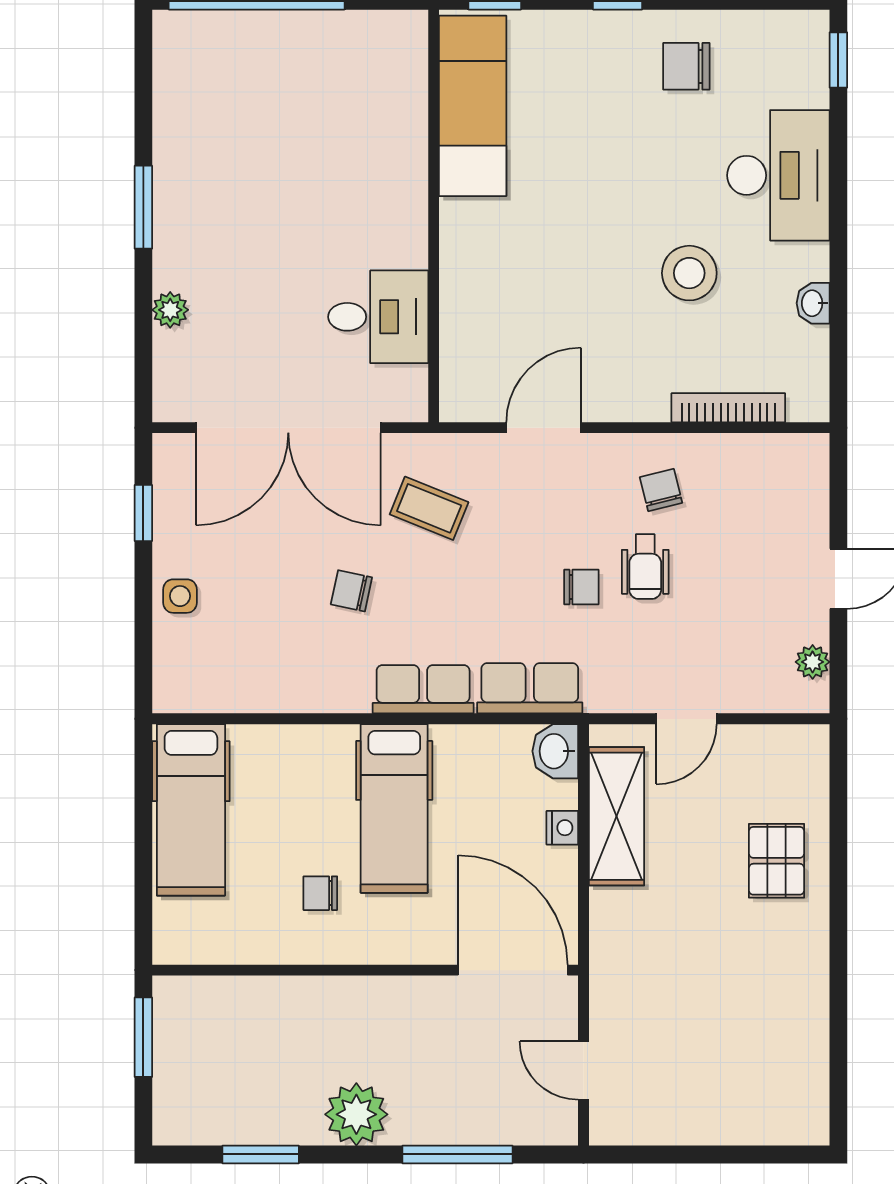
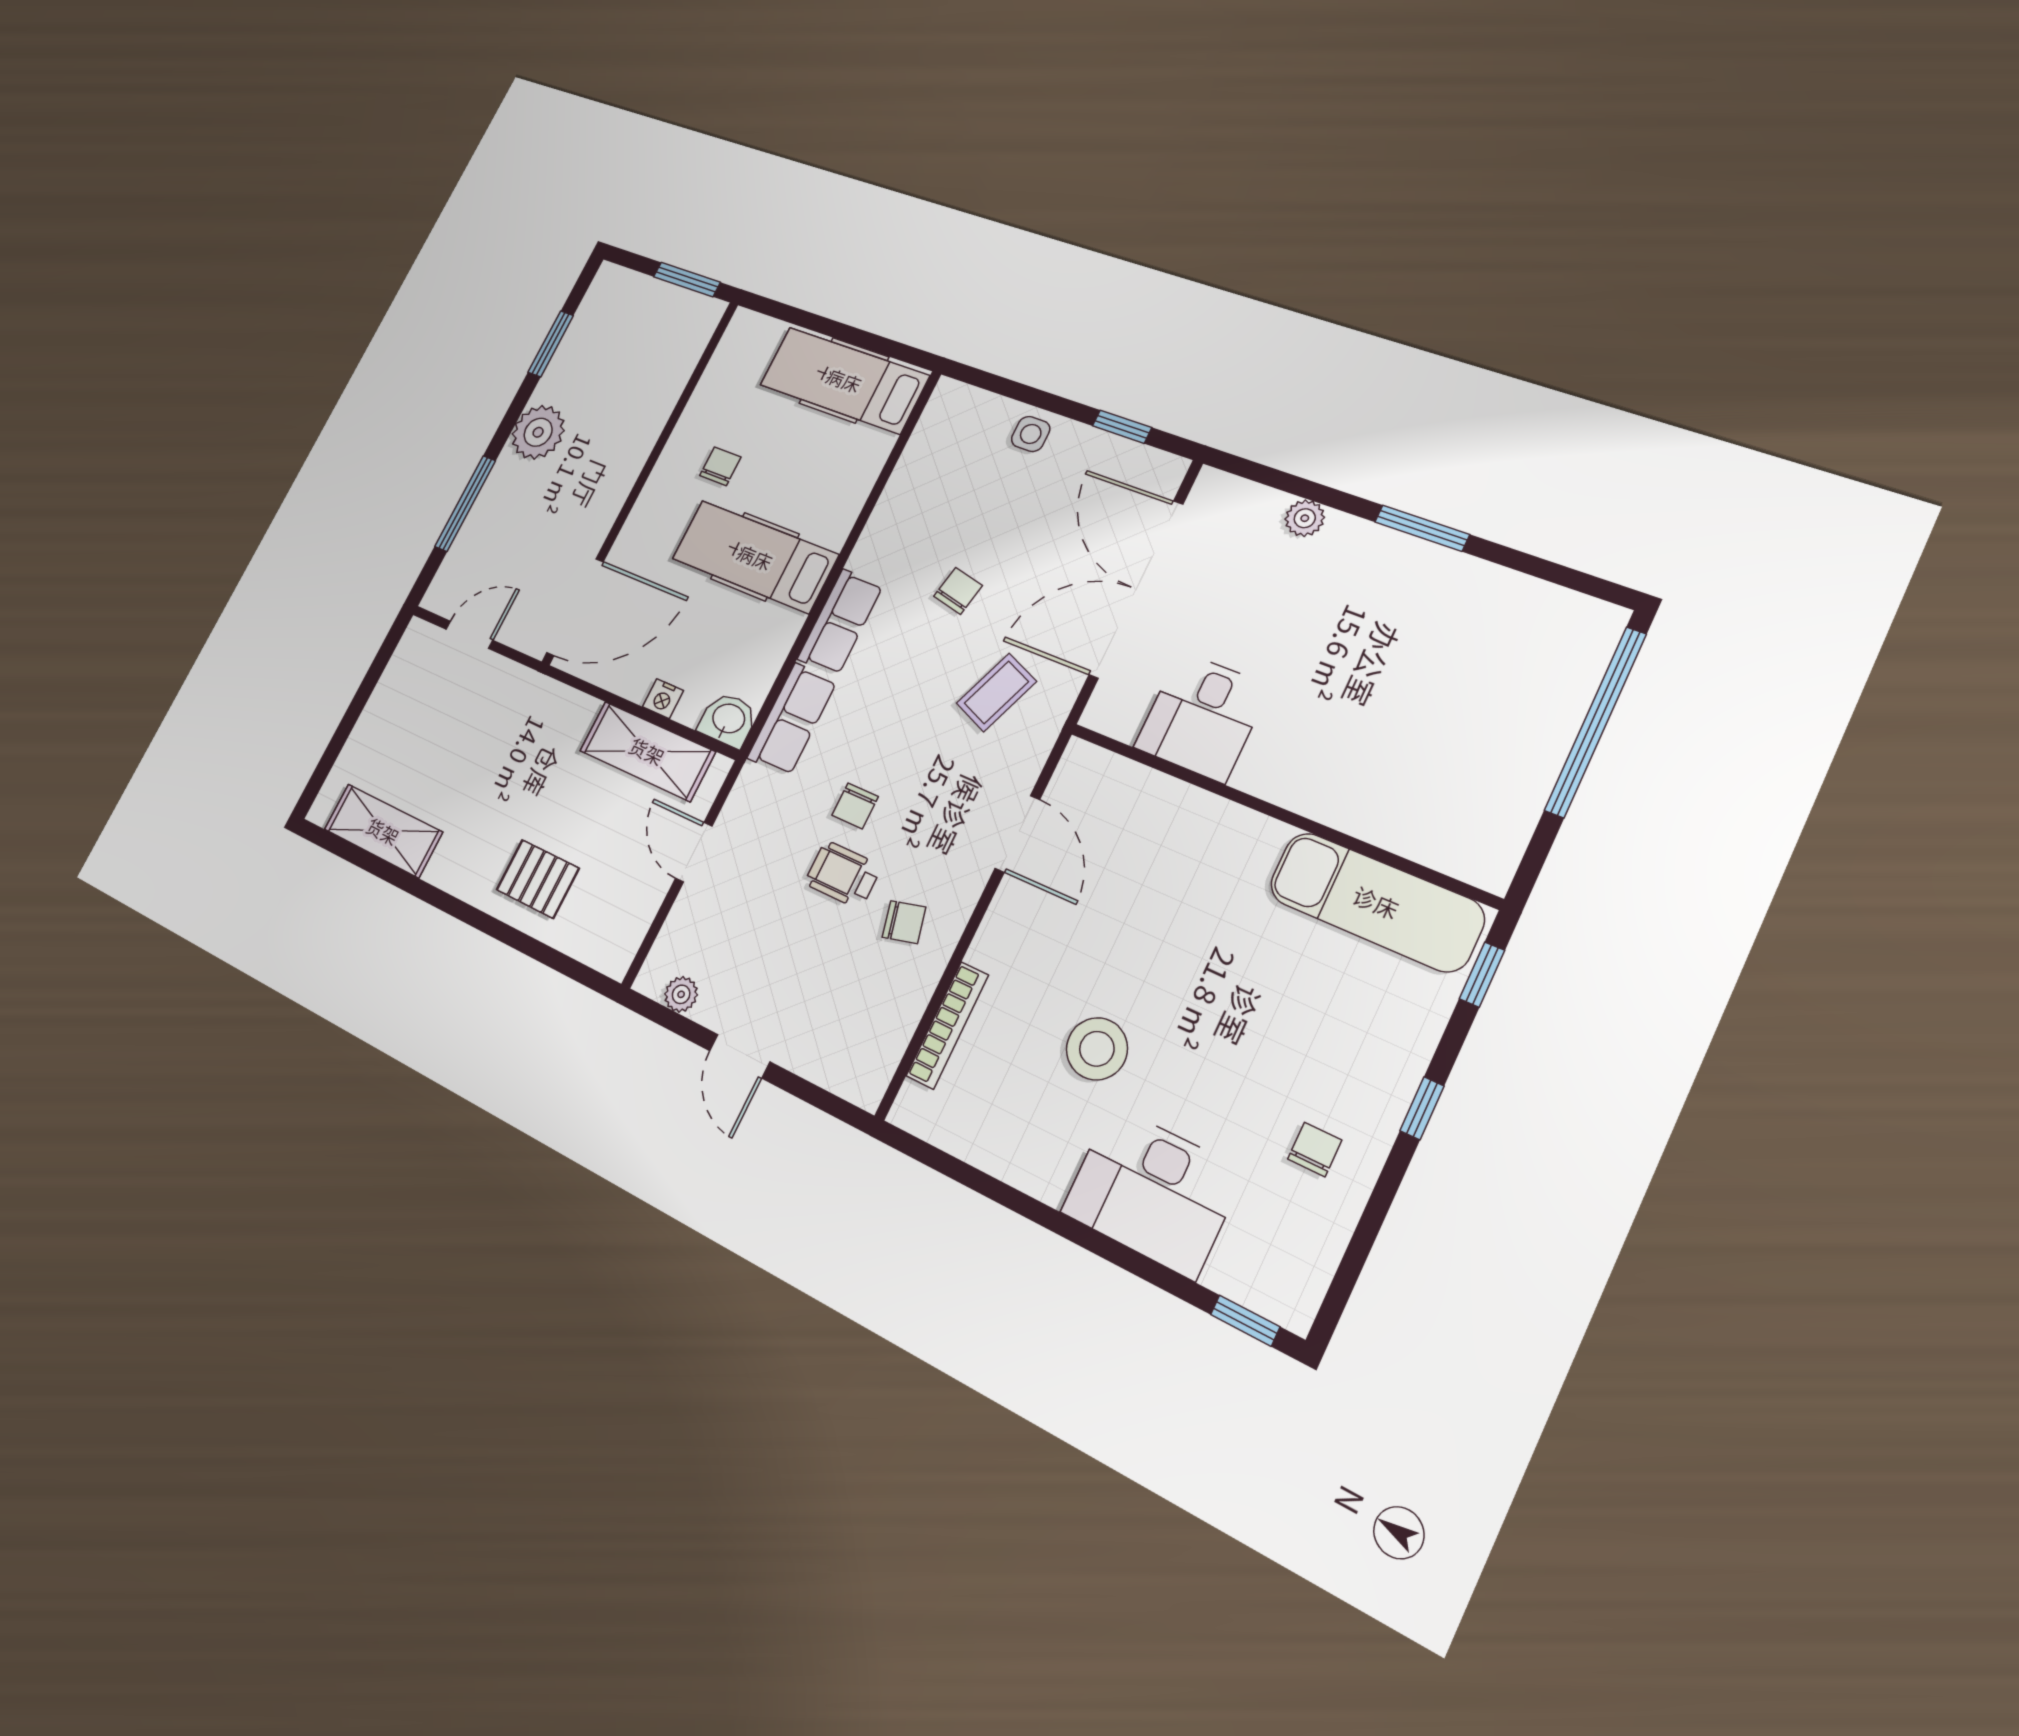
chair: (686, 66) -> (1315, 1149), width x0.73, depth x0.73
washbasin: (813, 303) -> (1006, 1163), removed
shelving: (803, 1051) -> (383, 831), added

